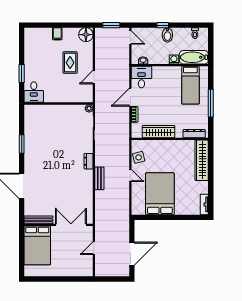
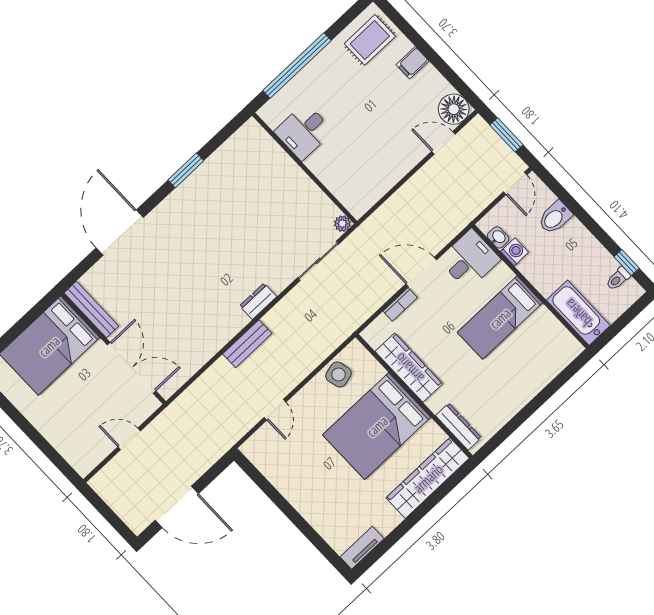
window: (163, 25) -> (627, 263), moved
bidet: (167, 35) -> (555, 218), moved
washing machine: (174, 59) -> (514, 252), moved
rug: (70, 63) -> (370, 40), moved
window: (22, 73) -> (297, 65), width x2.11
door: (94, 77) -> (443, 143), moved
bed: (190, 85) -> (500, 318), moved
desk: (34, 92) -> (304, 131), moved
window: (211, 103) -> (531, 408), removed
door: (130, 175) -> (275, 410), moved
bed: (160, 194) -> (377, 426), moved, turned 180

